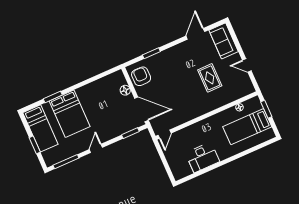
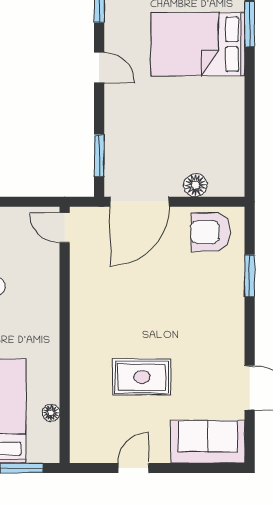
armchair: (141, 76) -> (210, 232), turned 180

